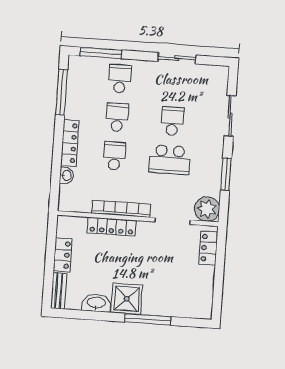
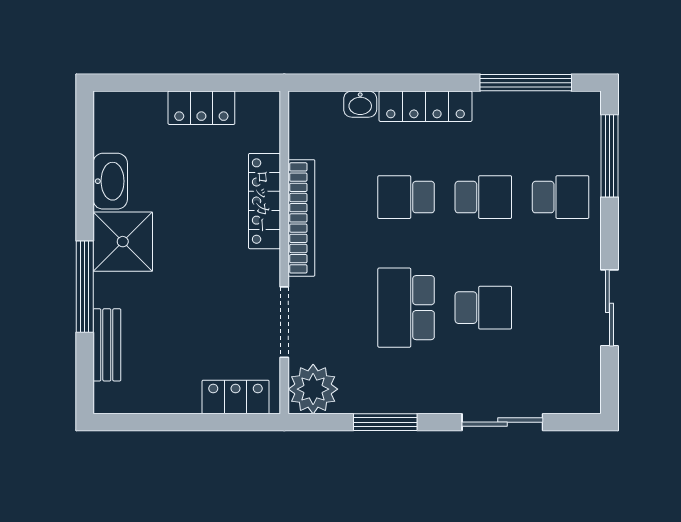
school desk: (114, 156) -> (406, 197), turned 180
bench: (59, 291) -> (107, 345), moved, turned 90

